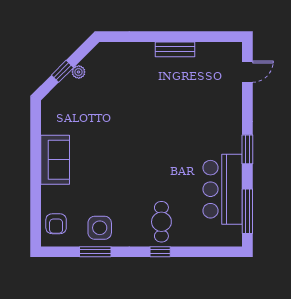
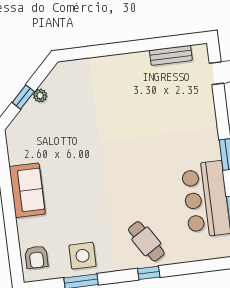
bench: (175, 49) -> (171, 55), moved
cafe table: (161, 222) -> (146, 241), turned -32

